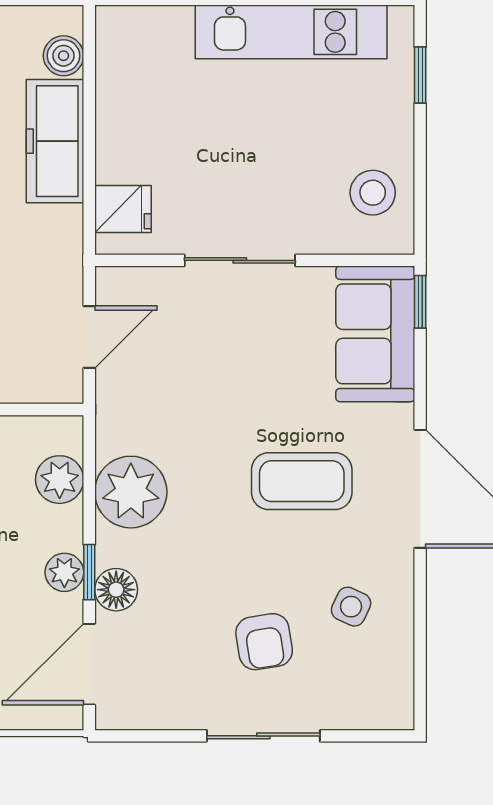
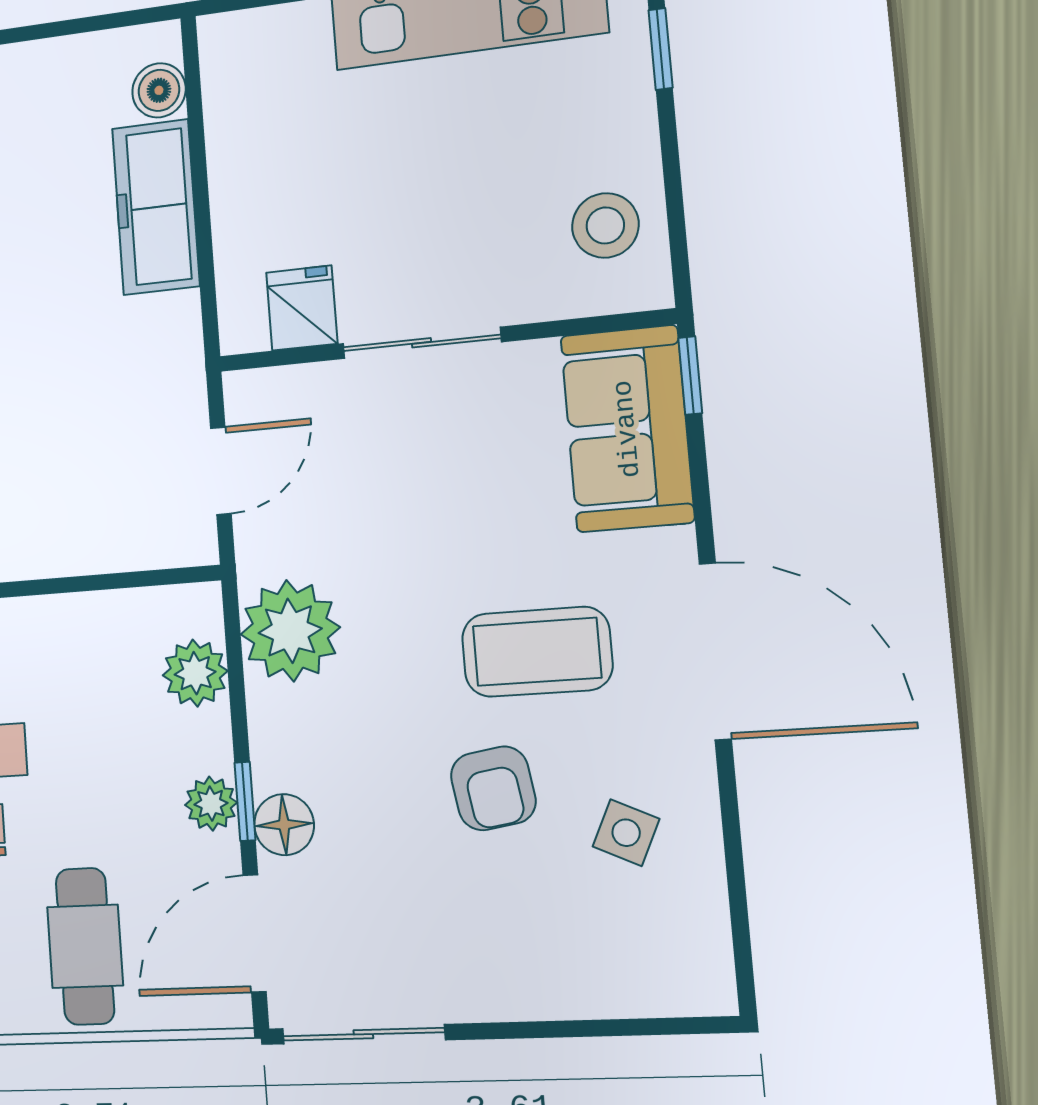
fridge: (123, 209) -> (302, 308), moved, turned -90
plant: (131, 492) -> (290, 631), moved
armchair: (264, 642) -> (493, 788), moved
sliding door: (263, 736) -> (363, 1034), moved

